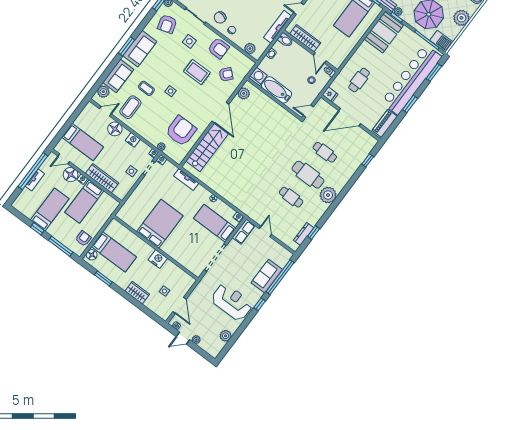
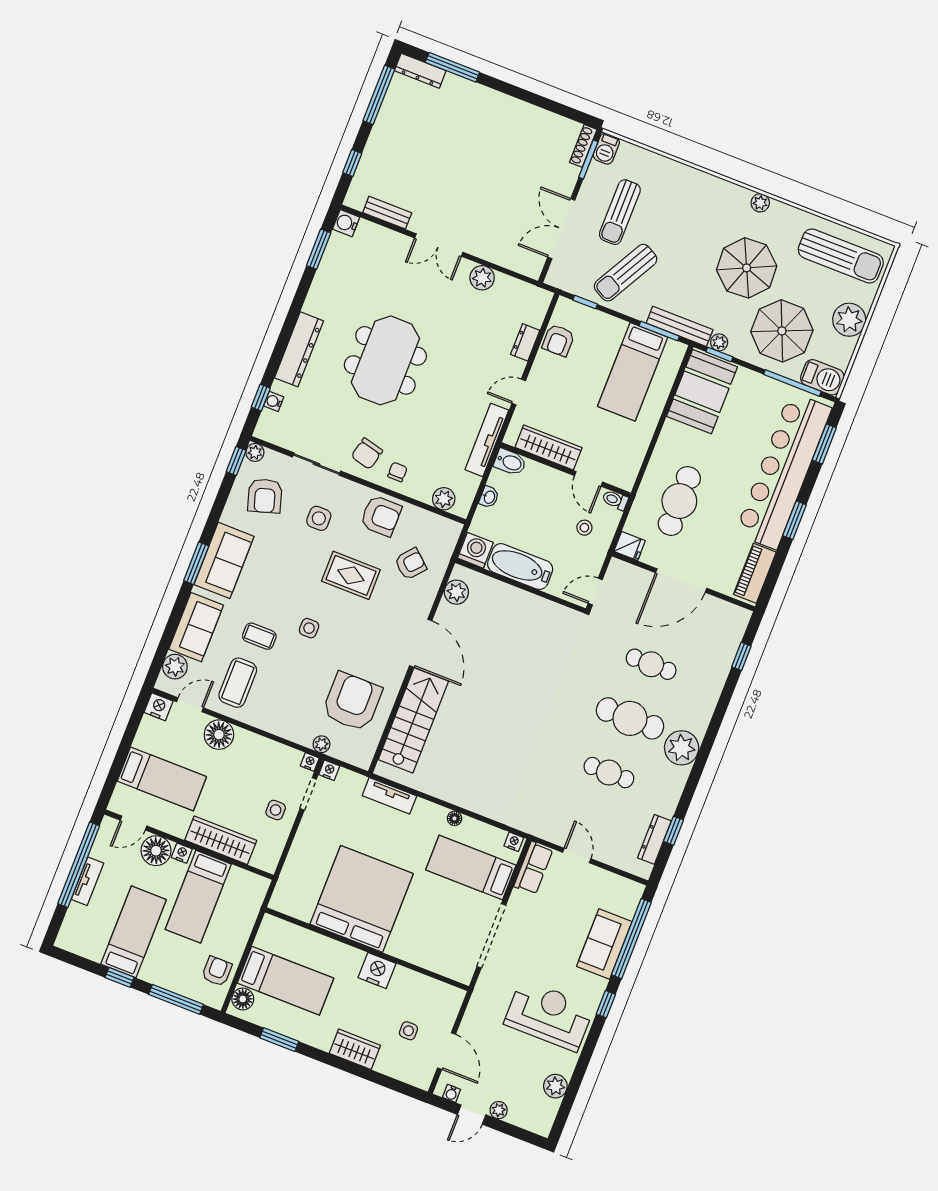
cafe table: (359, 80) -> (679, 501), width x1.37, depth x1.35
nightstand: (133, 140) -> (159, 707), moved
bed: (160, 224) -> (362, 899), width x1.36

